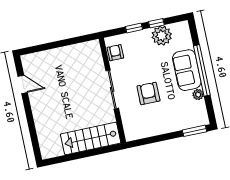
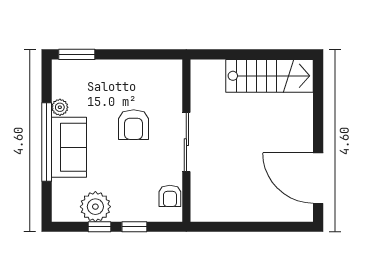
door: (23, 84) -> (318, 178), width x1.87
stairs: (91, 138) -> (270, 76), moved

